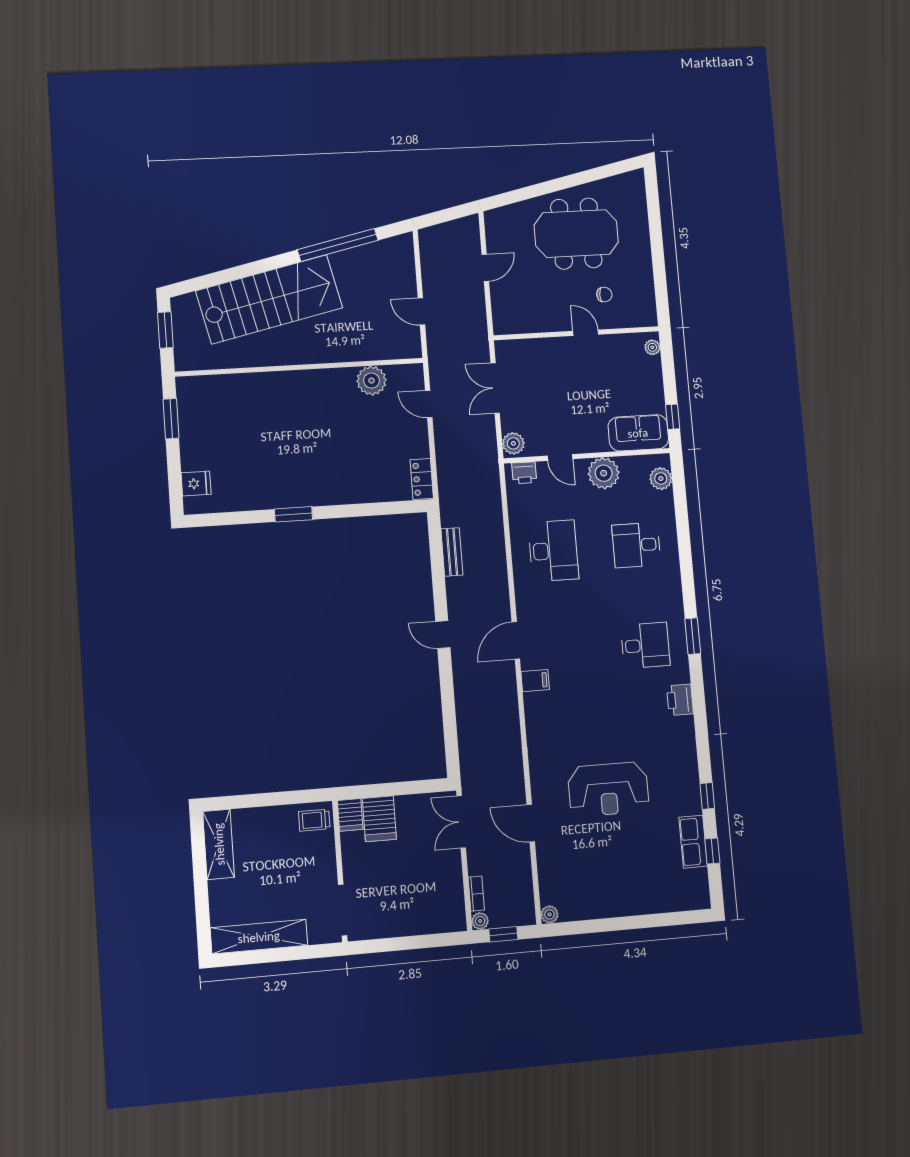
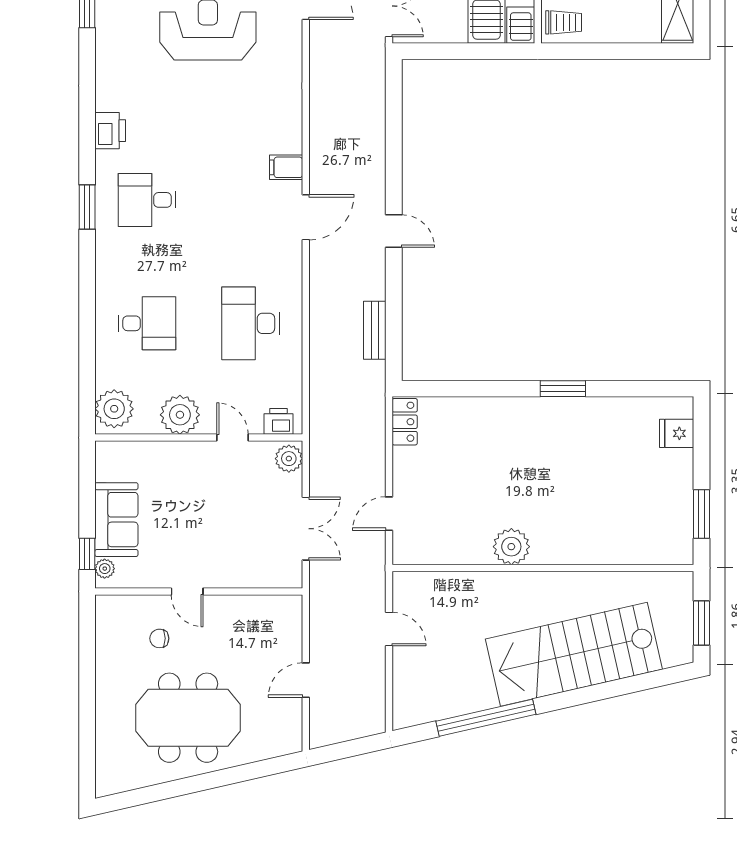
plant: (372, 381) -> (511, 547), moved
door: (429, 404) -> (389, 514), swing flipped
window: (673, 417) -> (87, 554), moved
sofa: (638, 433) -> (116, 520), moved, turned -90
plant: (661, 479) -> (114, 409), width x1.36, depth x1.36

